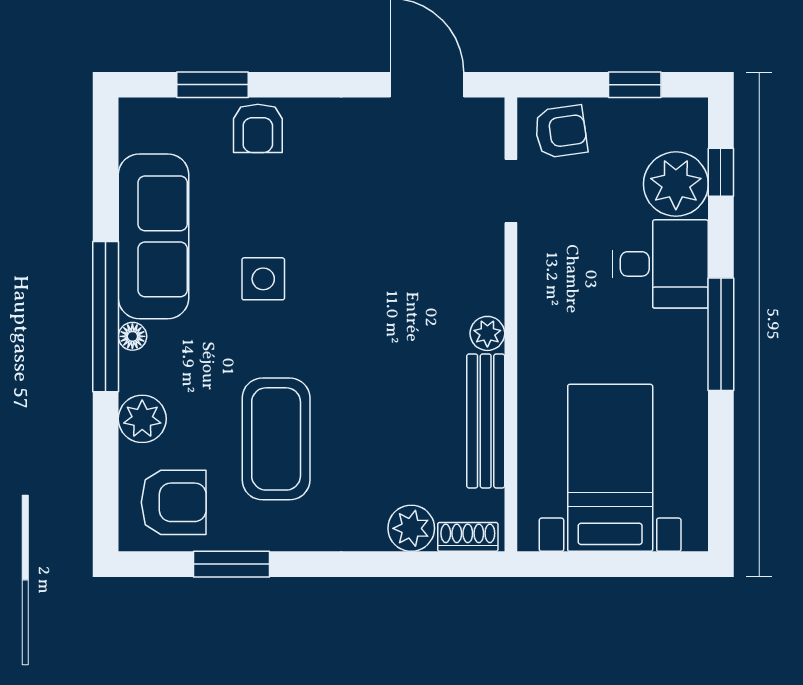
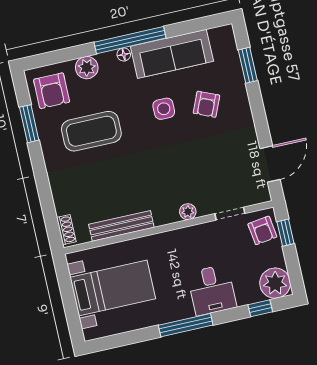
window: (635, 85) -> (286, 233), moved
armchair: (258, 128) -> (207, 104), moved, turned -67
plant: (676, 184) -> (275, 283), moved
plant: (487, 333) -> (188, 212), moved
plant: (411, 528) -> (64, 203), removed

